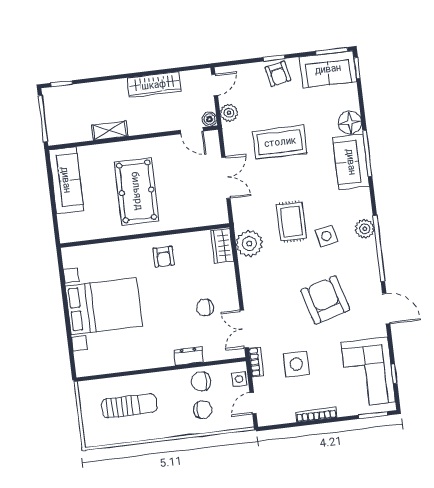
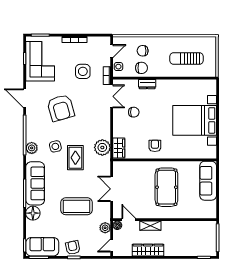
shelving: (110, 131) -> (150, 226), moved
sofa: (351, 162) -> (35, 183), width x1.36
sofa: (66, 180) -> (208, 181), moved

